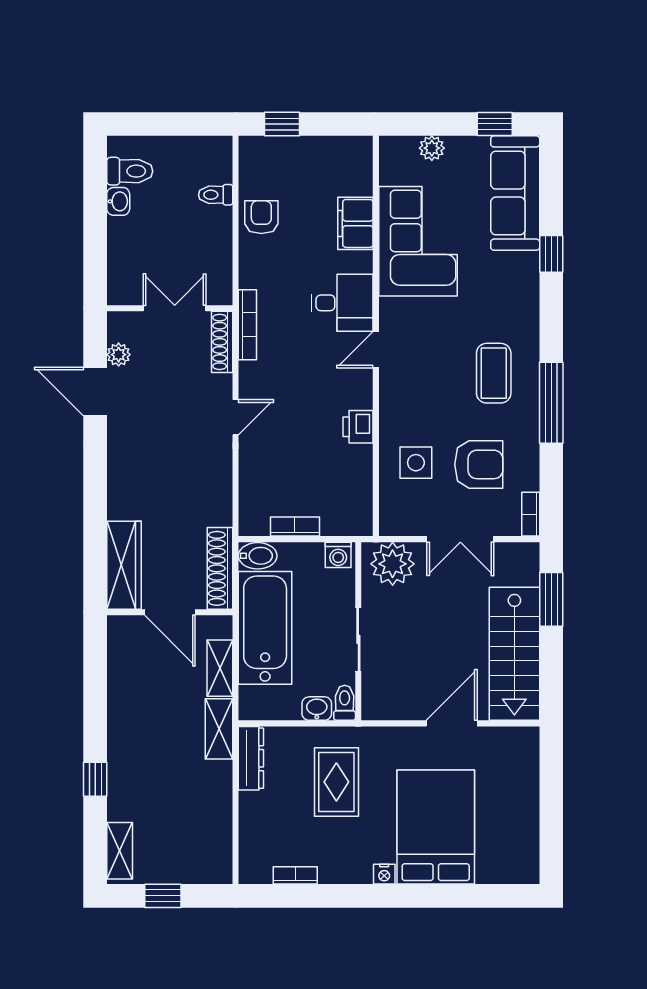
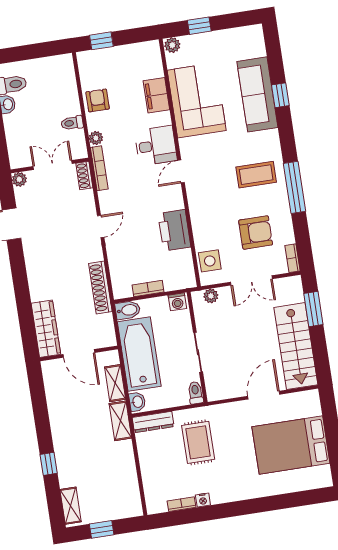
window: (495, 124) -> (199, 26), moved
plant: (432, 148) -> (172, 45), moved
sofa: (515, 193) -> (257, 94), moved
toilet: (216, 195) -> (72, 123), moved
plant: (249, 276) -> (96, 138), added
shoe rack: (222, 342) -> (84, 176), width x0.70
plant: (119, 355) -> (19, 179), moved
coffee table: (494, 373) -> (256, 175), turned 90
printer: (358, 427) -> (174, 230), width x1.87, depth x1.48
side table: (416, 463) -> (210, 261), moved
plant: (393, 564) -> (211, 296), width x0.53, depth x0.53
shoe rack: (220, 568) -> (100, 287), moved
washbasin: (317, 709) -> (137, 402), moved, turned 90
dresser: (251, 758) -> (153, 422), moved, turned 90
bed: (436, 827) -> (291, 445), moved, turned -90
nightstand: (384, 874) -> (203, 500), moved

